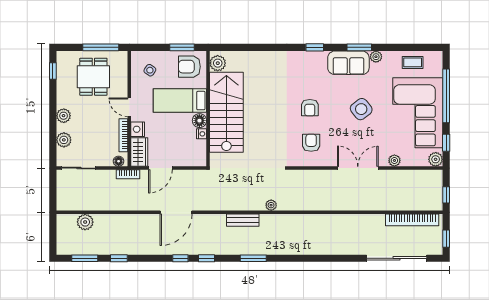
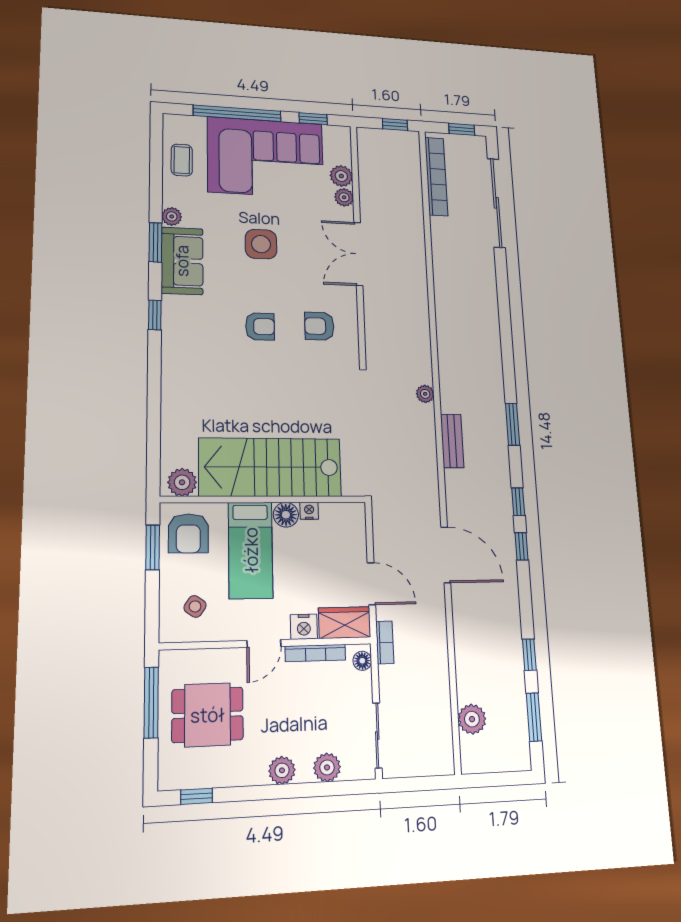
side table: (361, 109) -> (261, 244), turned 38
plant: (436, 159) -> (341, 176), moved

